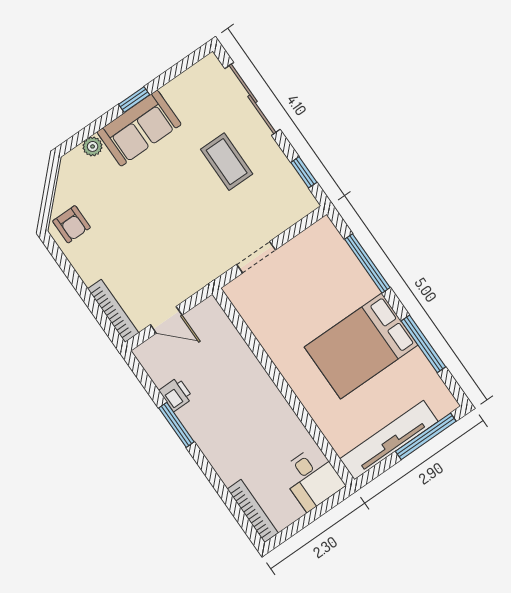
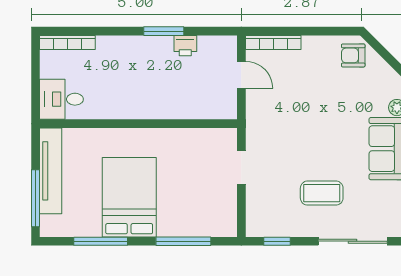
door: (166, 320) -> (241, 75), swing flipped

